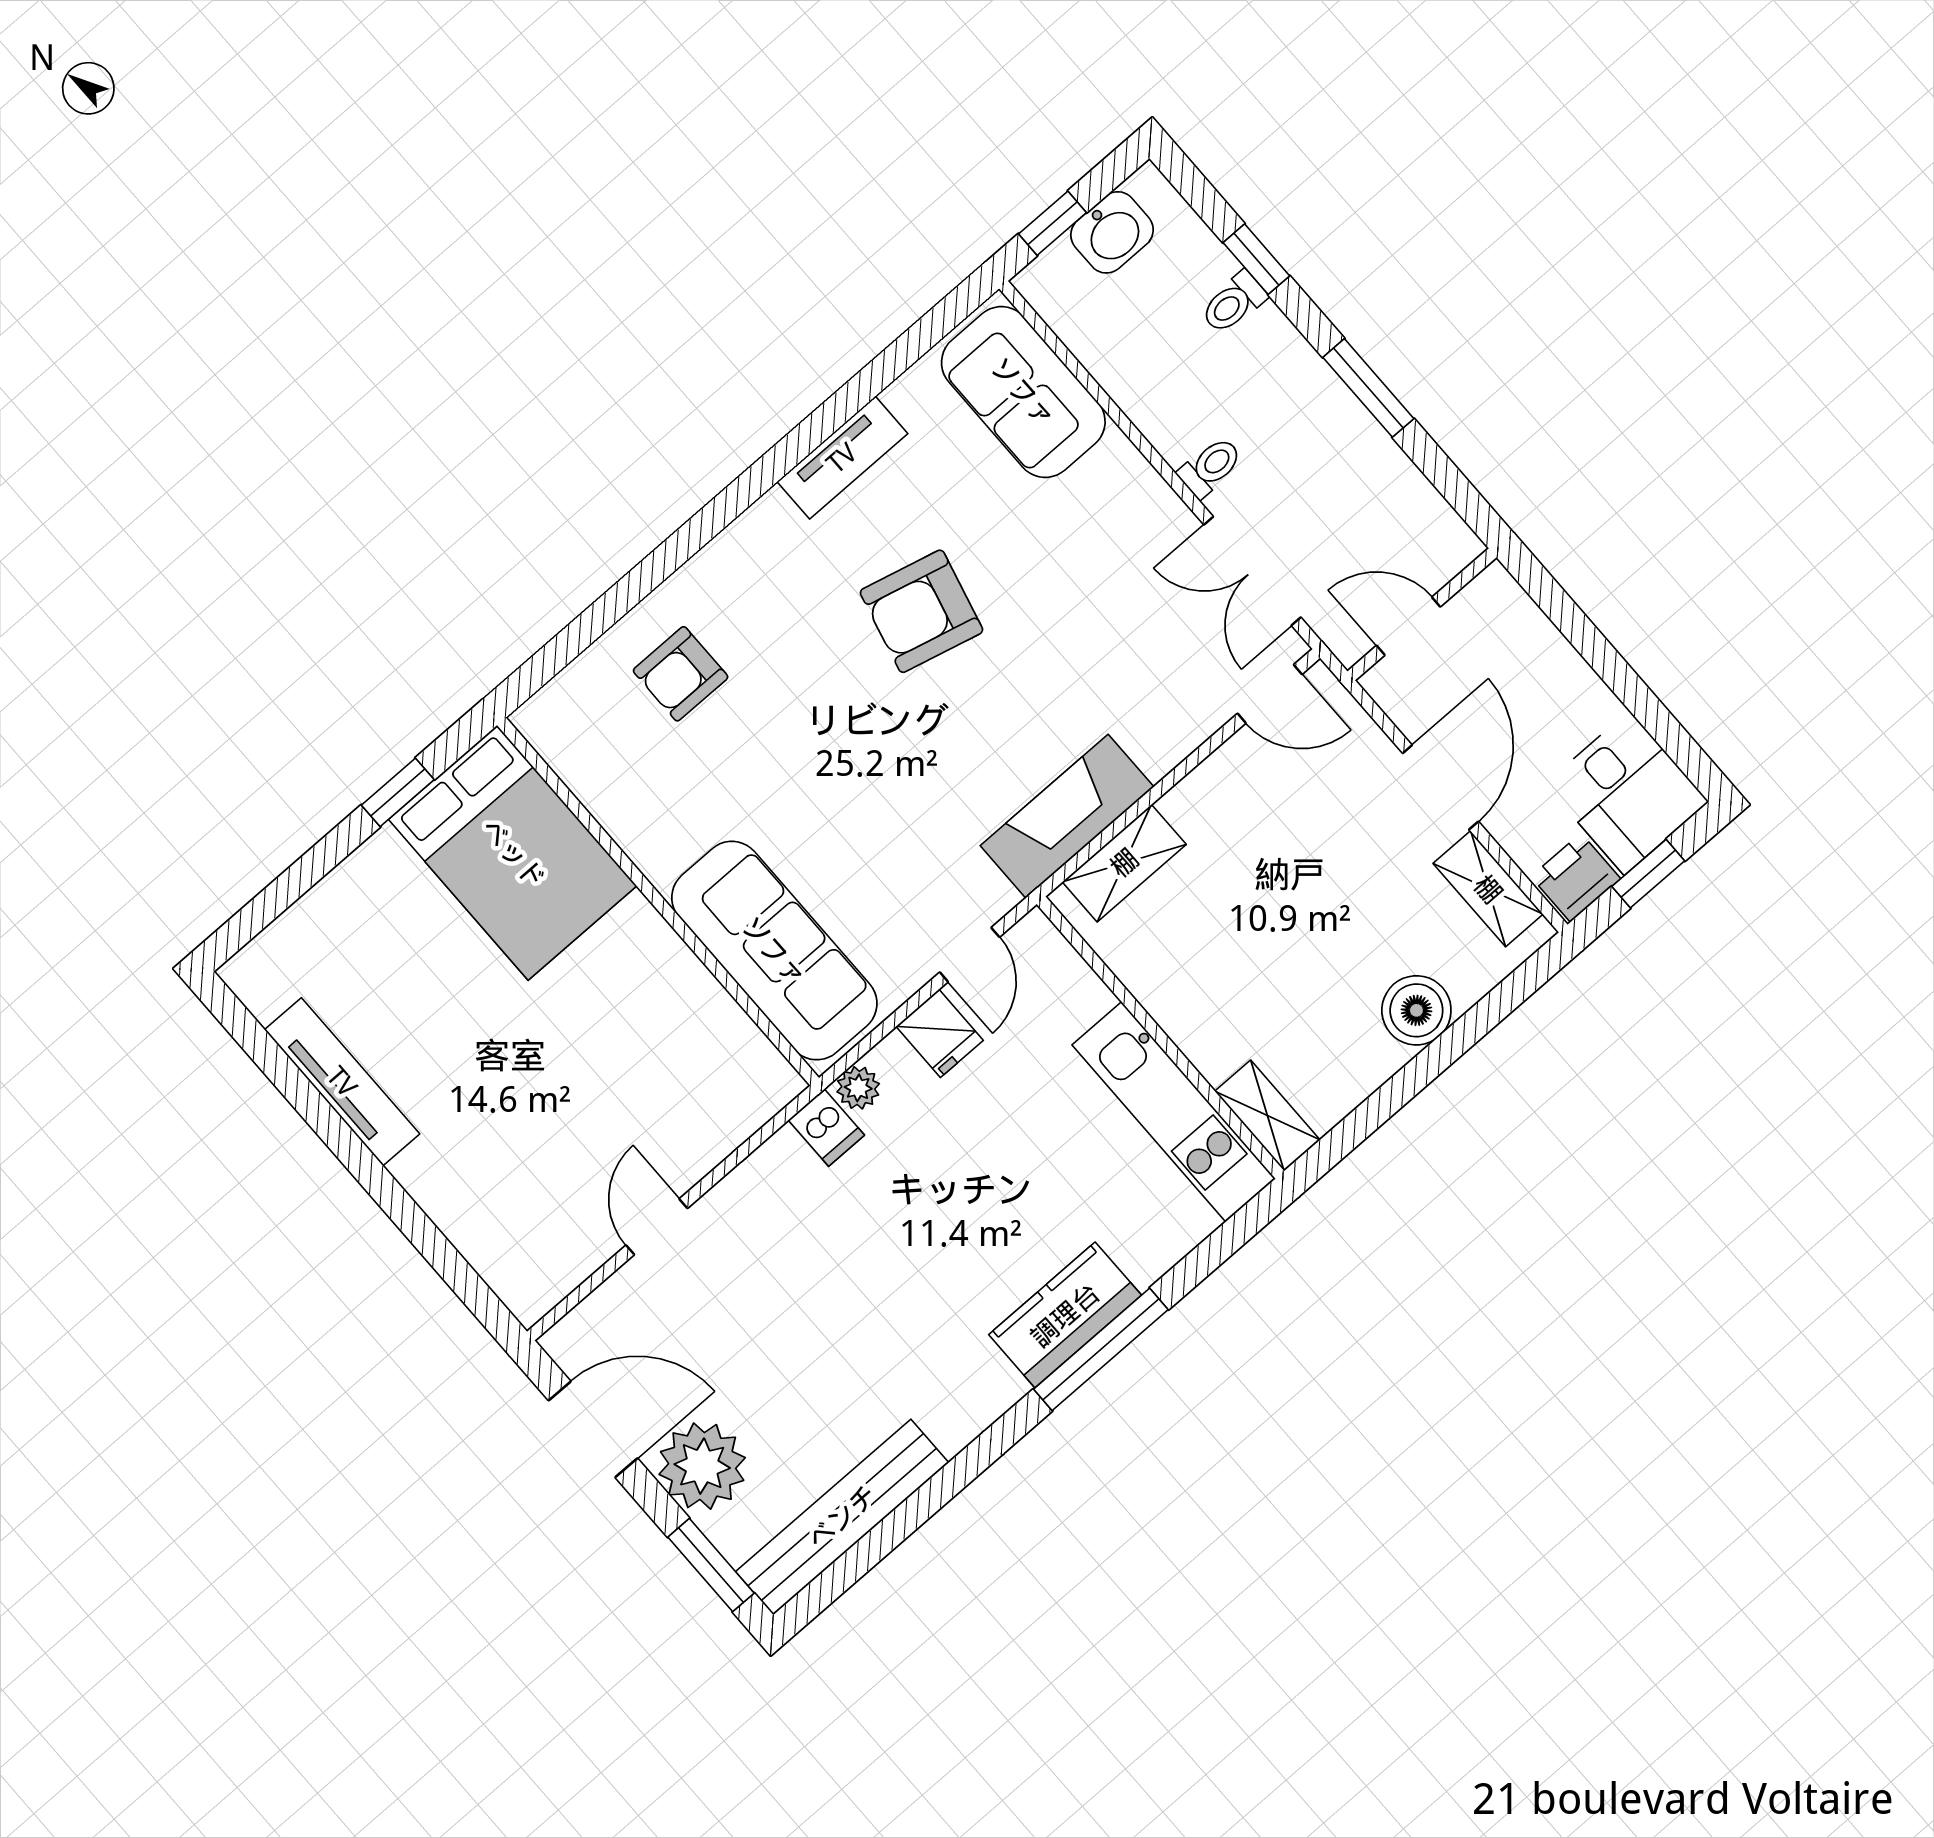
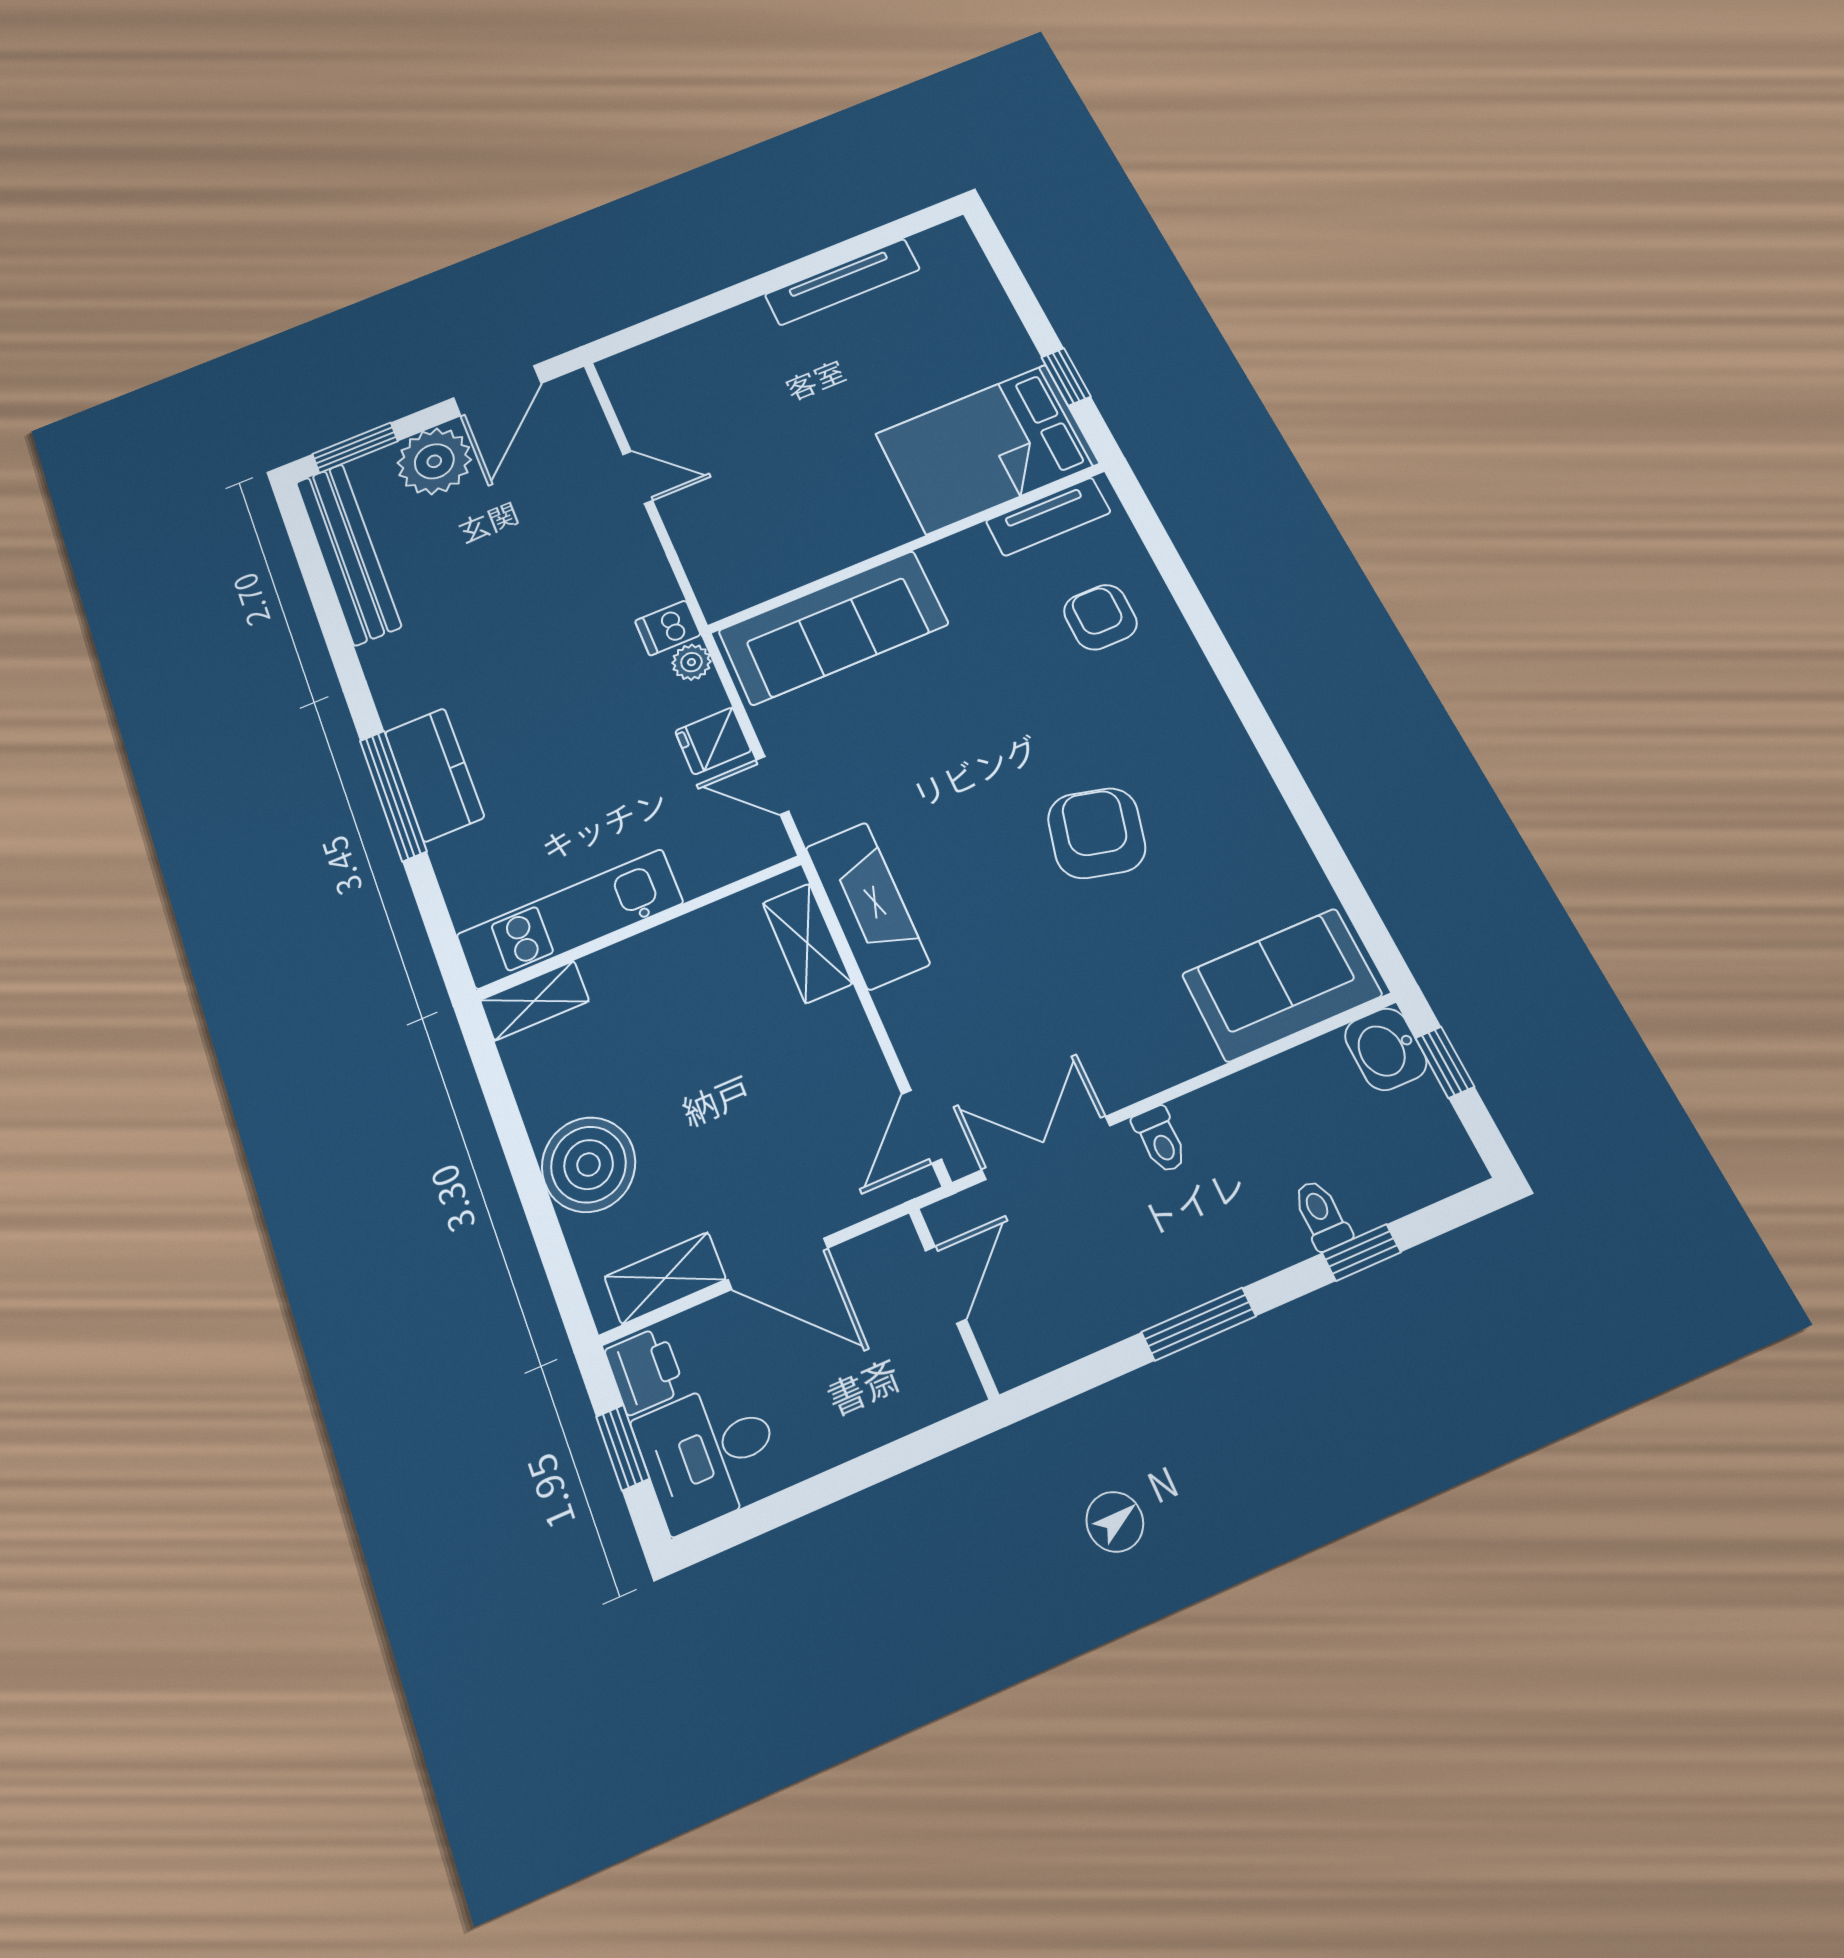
washbasin: (1112, 232) -> (1386, 1049), moved
tv unit: (842, 458) -> (1048, 517), moved, turned -90
boiler: (1416, 1010) -> (588, 1165), width x1.37, depth x1.37

